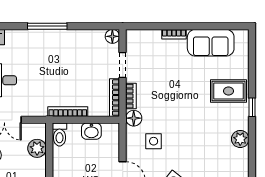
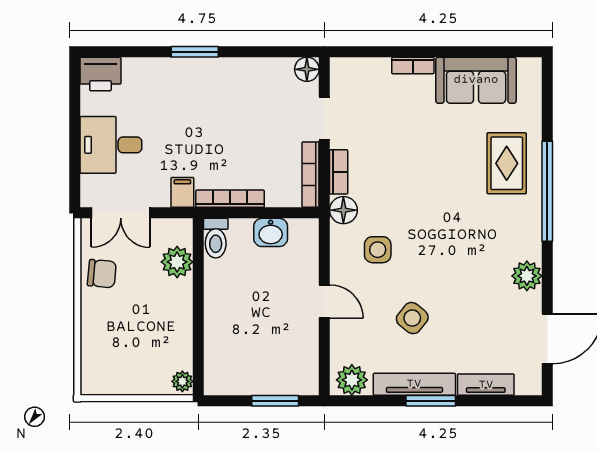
window: (47, 26) -> (195, 52), width x0.69
rug: (228, 91) -> (507, 163), turned 90
window: (252, 107) -> (547, 191), width x3.17
filing cabinet: (40, 108) -> (182, 192), added
plant: (240, 139) -> (527, 276), moved

